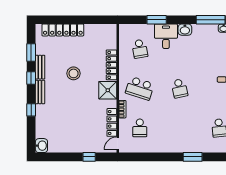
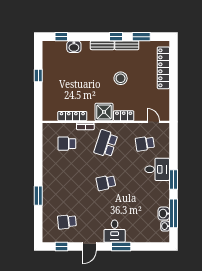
window: (157, 20) -> (173, 179), moved
washbasin: (185, 30) -> (164, 214), moved
locker: (112, 65) -> (124, 116), width x0.66
window: (31, 110) -> (61, 37), moved
door: (118, 143) -> (153, 122), moved
washbasin: (41, 146) -> (74, 47), moved
window: (89, 157) -> (38, 75), moved

